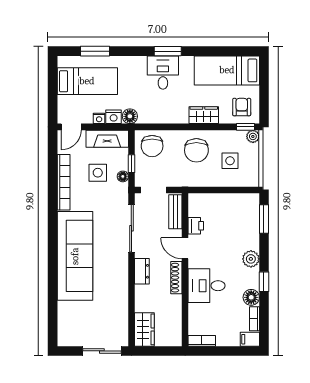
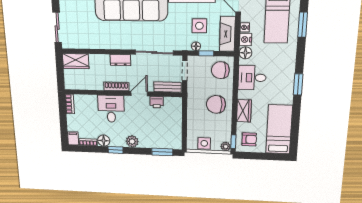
desk: (163, 73) -> (252, 78), moved, turned 180
side table: (230, 161) -> (204, 143), moved

